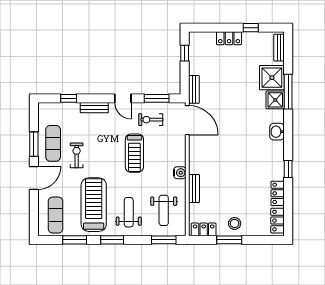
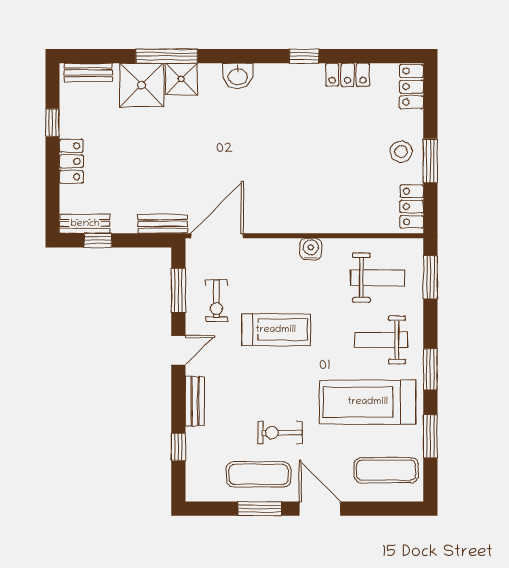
bench: (194, 188) -> (85, 224), moved
locker: (278, 221) -> (411, 87), moved, turned 90

